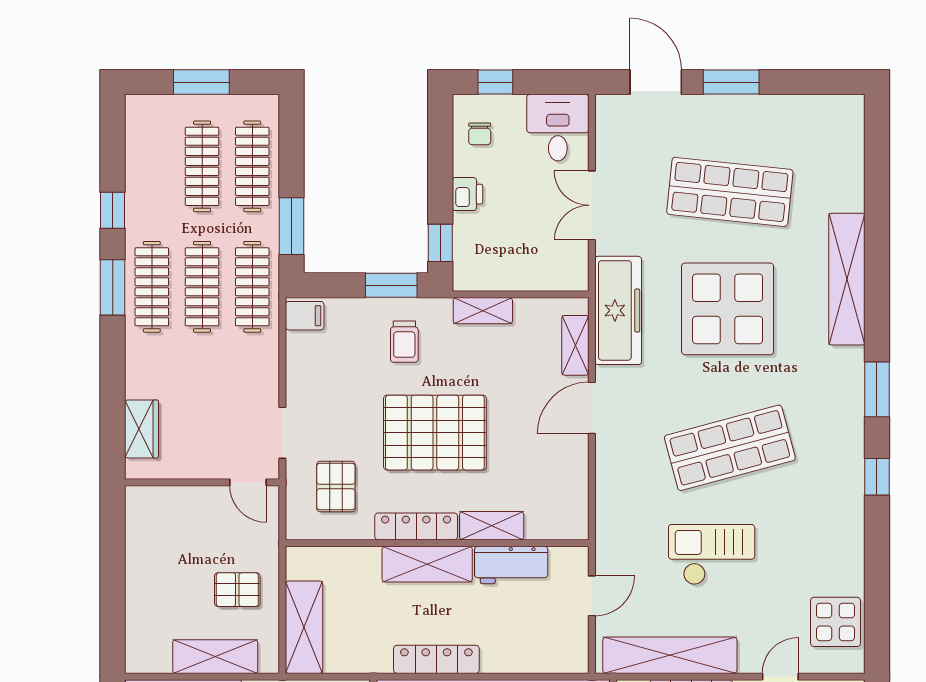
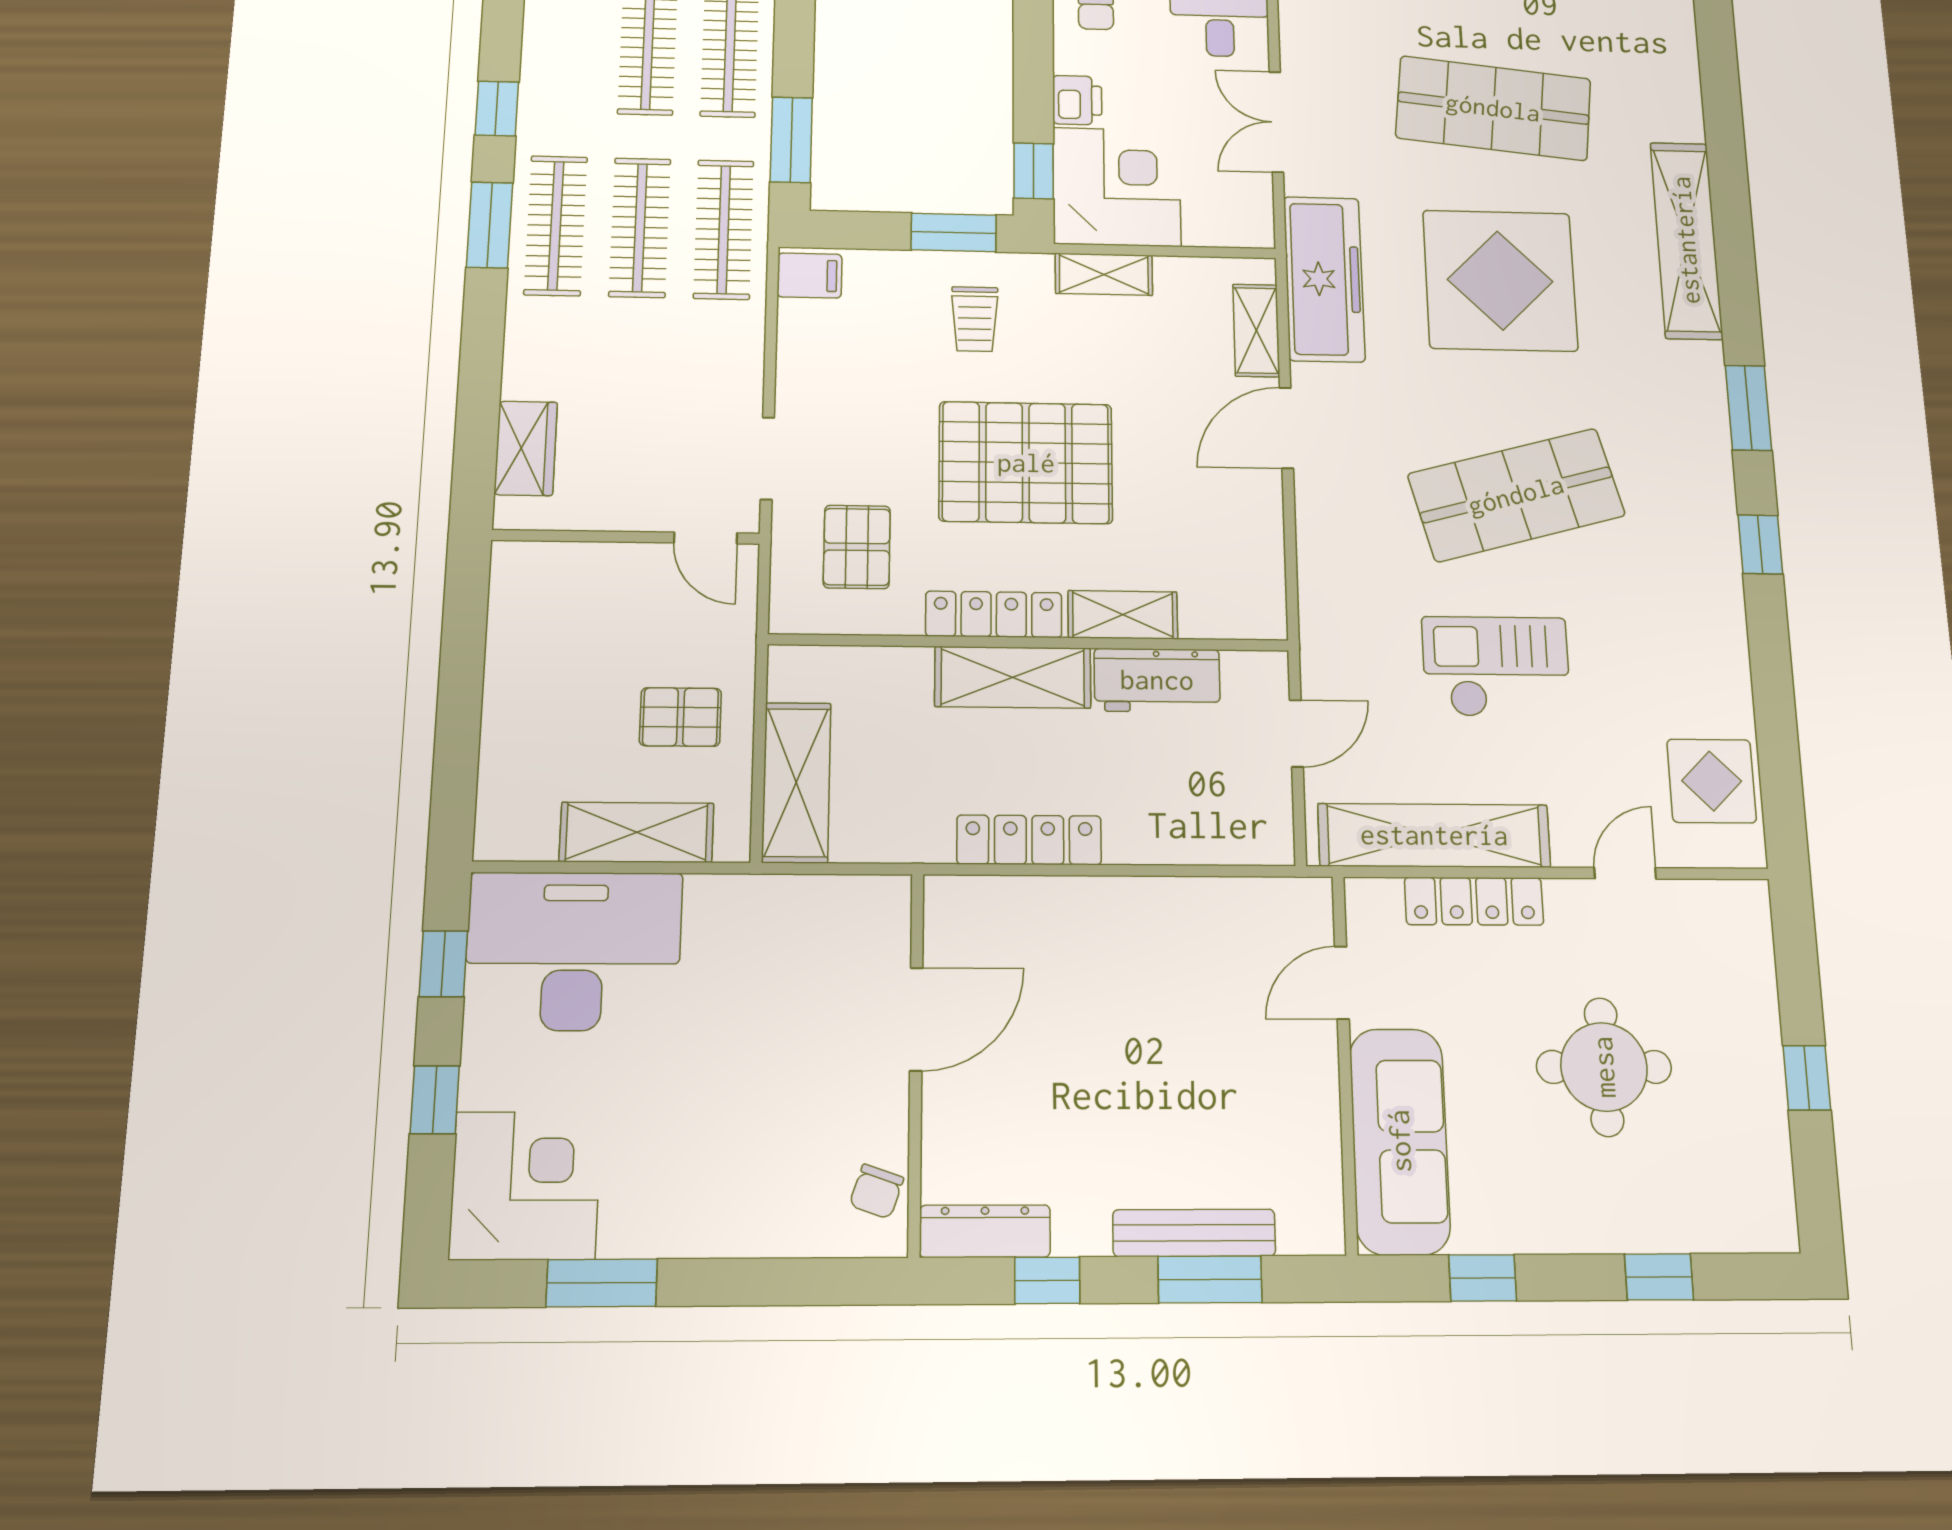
corner desk: (491, 252) -> (1117, 187), added

